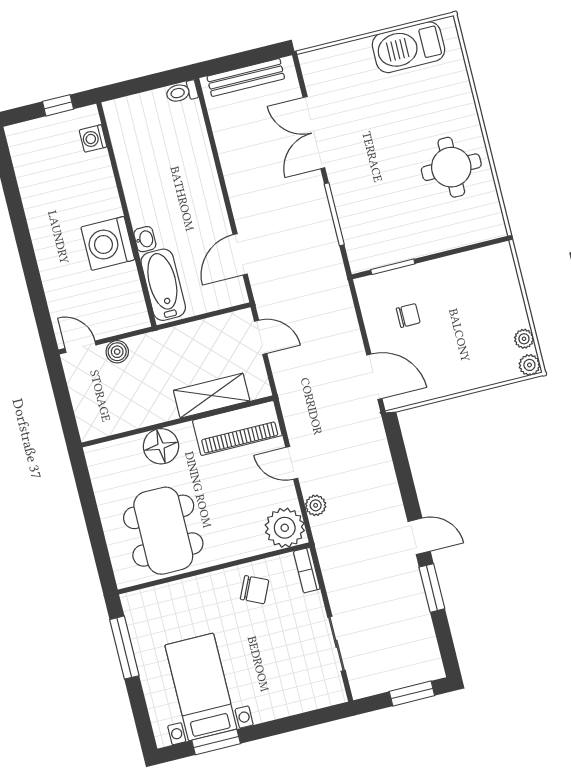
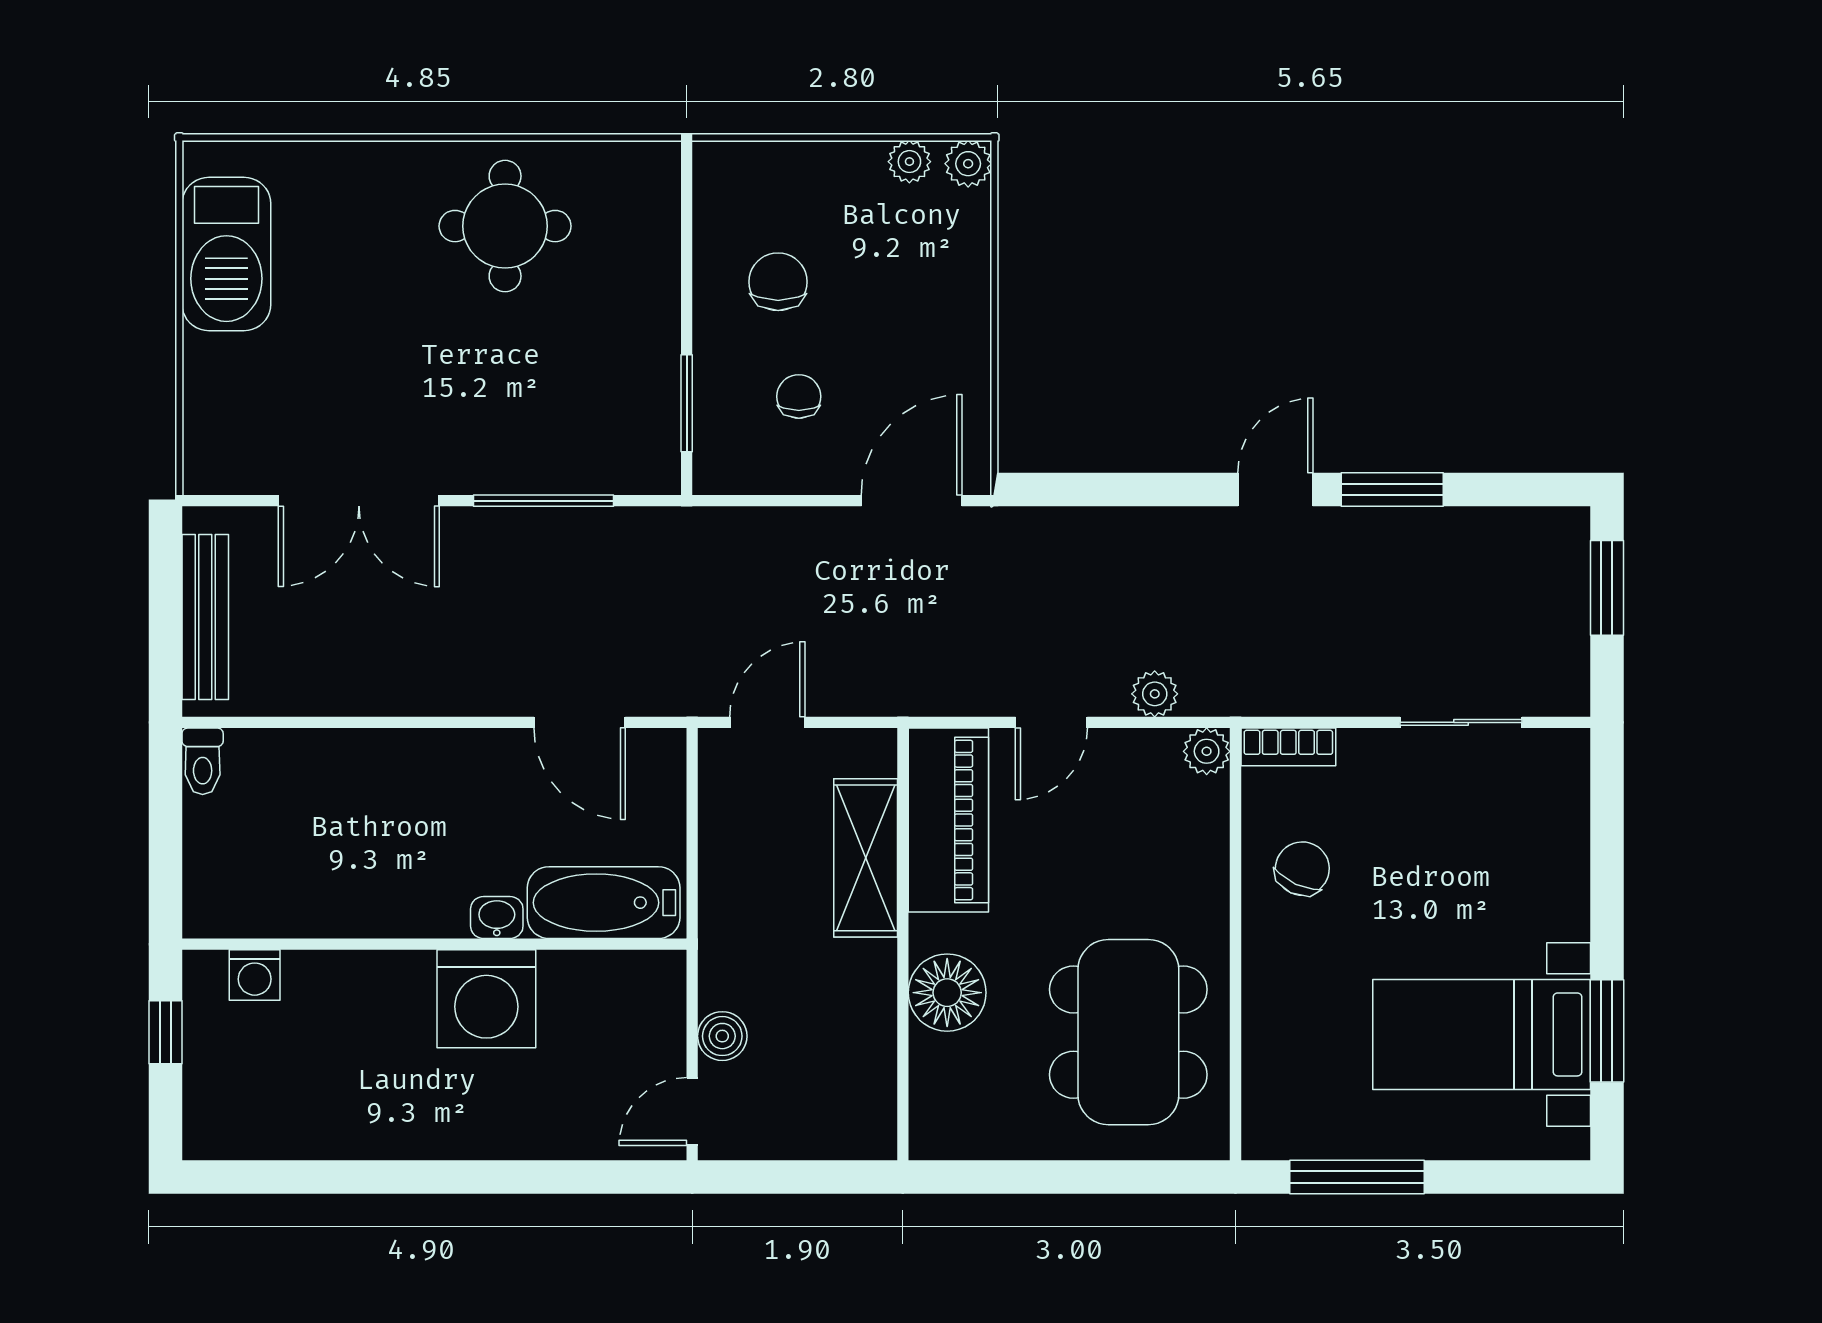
chair: (457, 294) -> (778, 282), added
plant: (285, 528) -> (1207, 751), width x0.53, depth x0.53
dining table: (163, 531) -> (1128, 1032), turned 90

